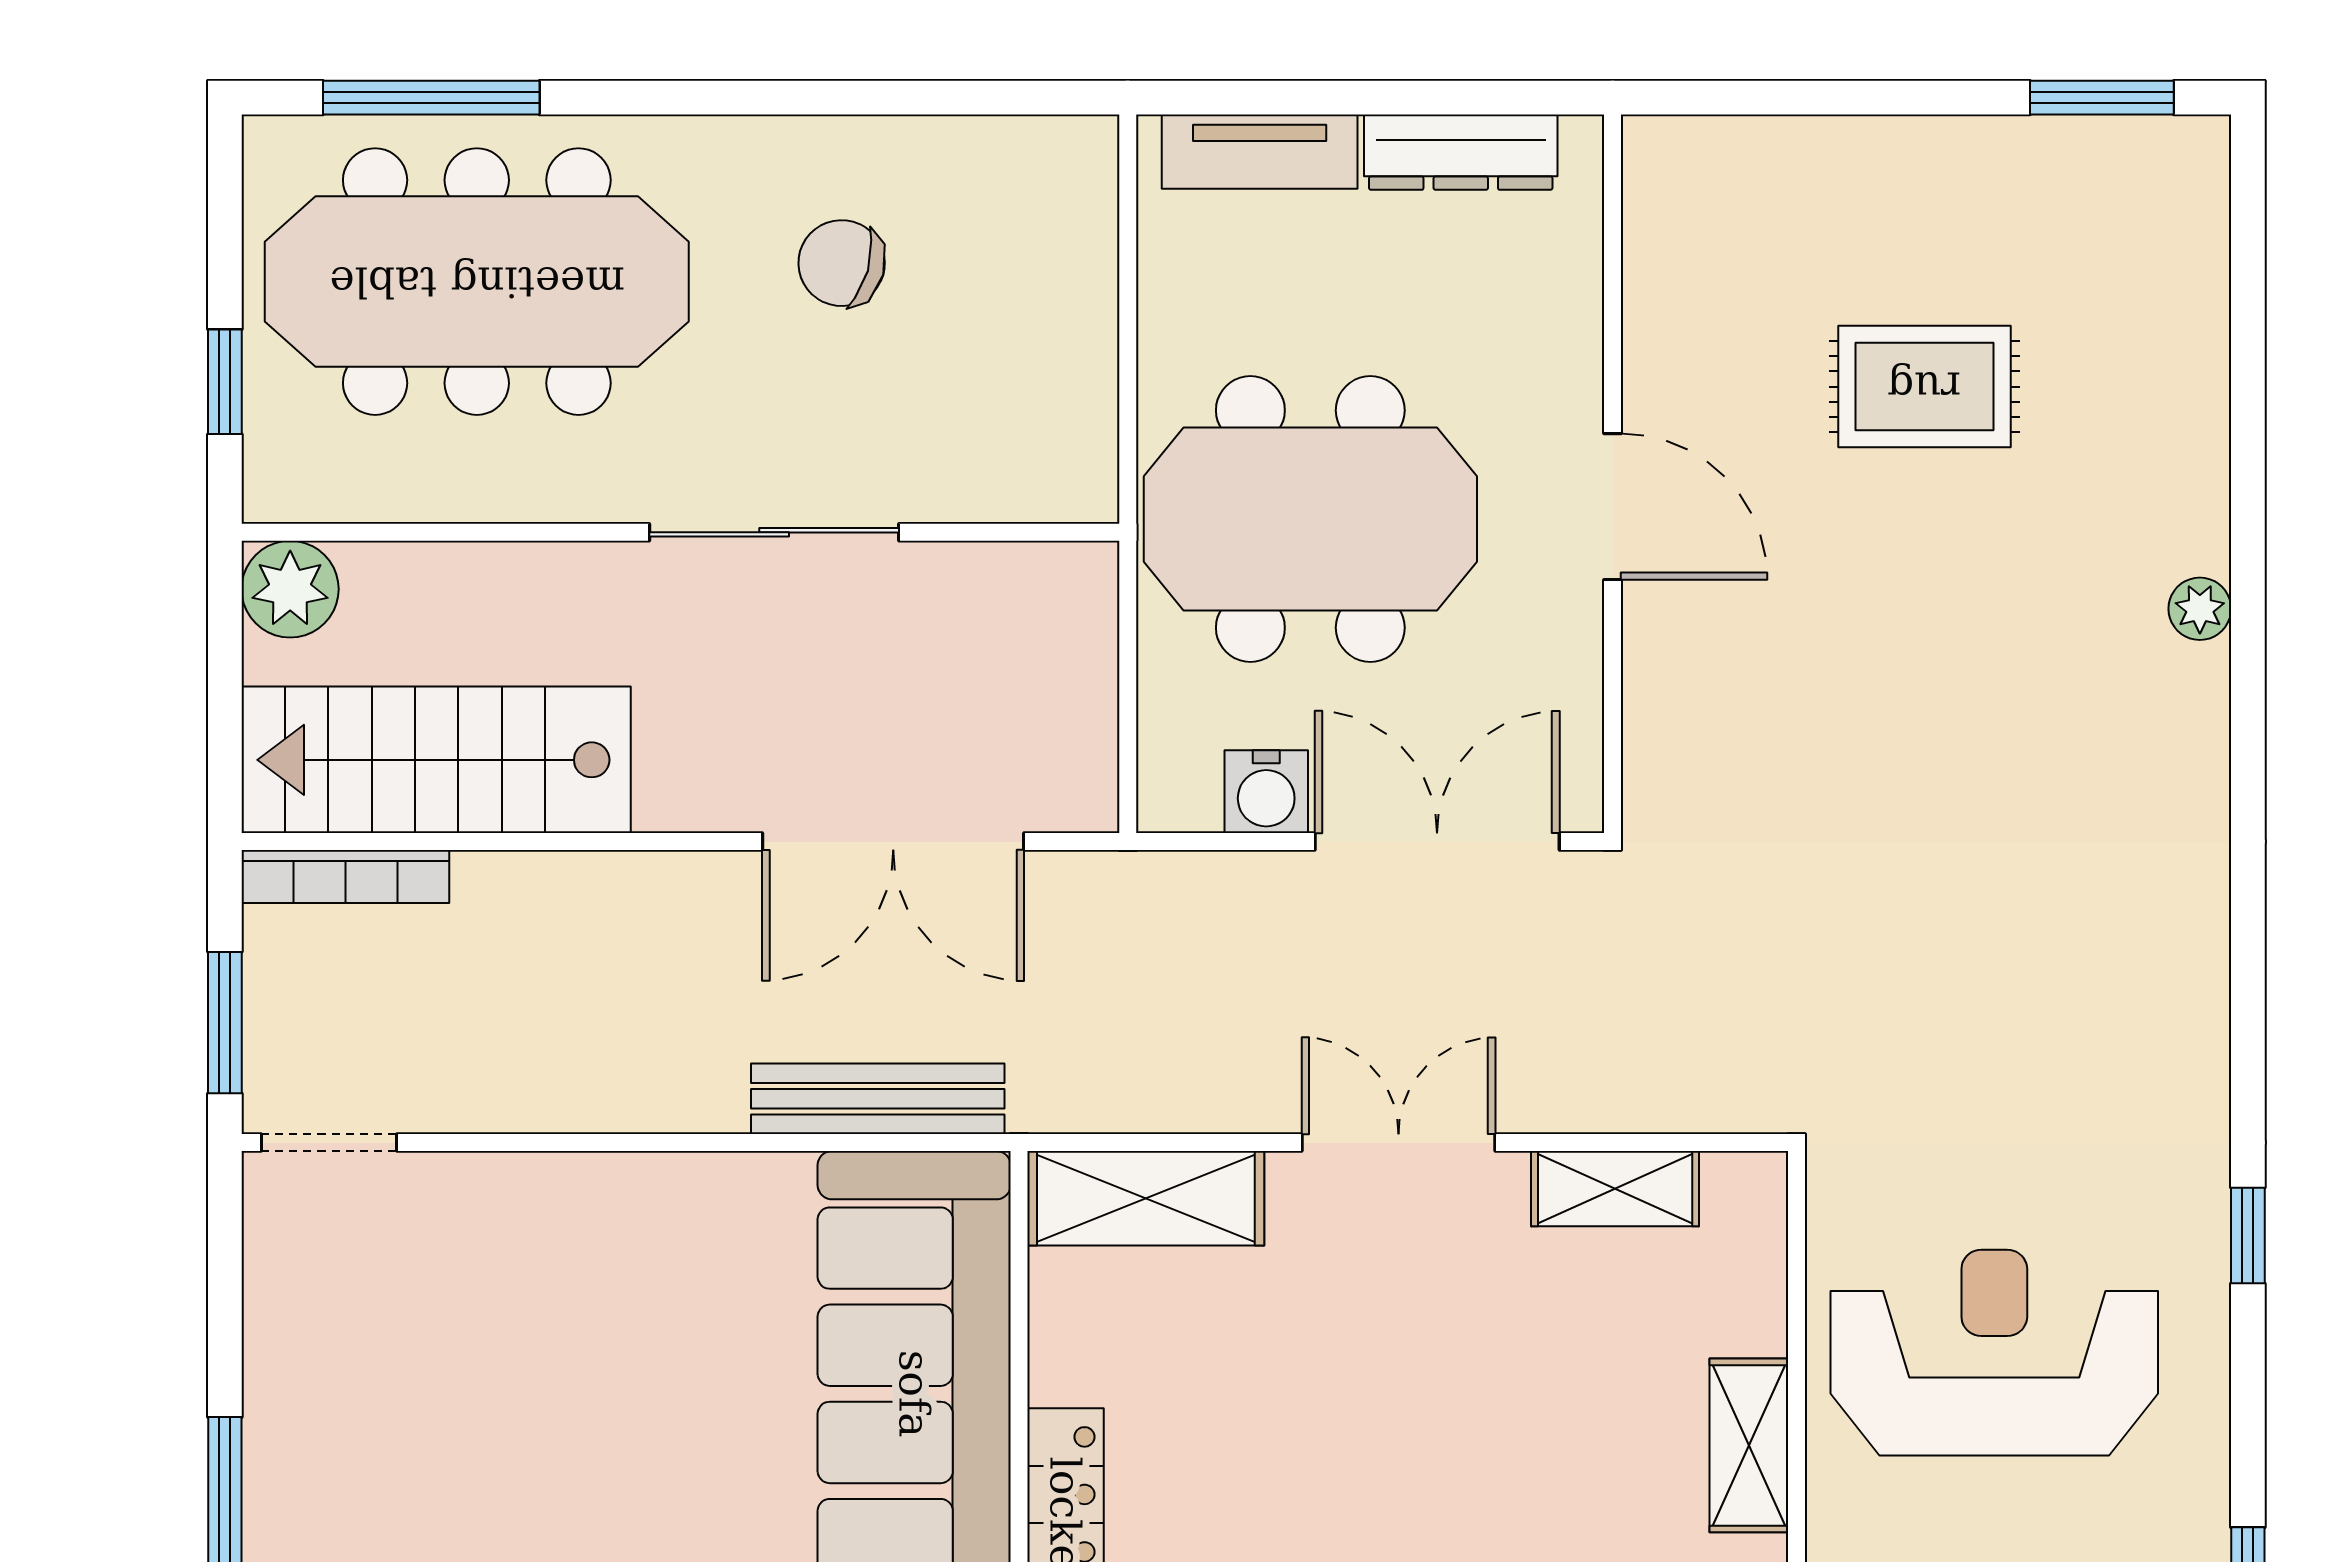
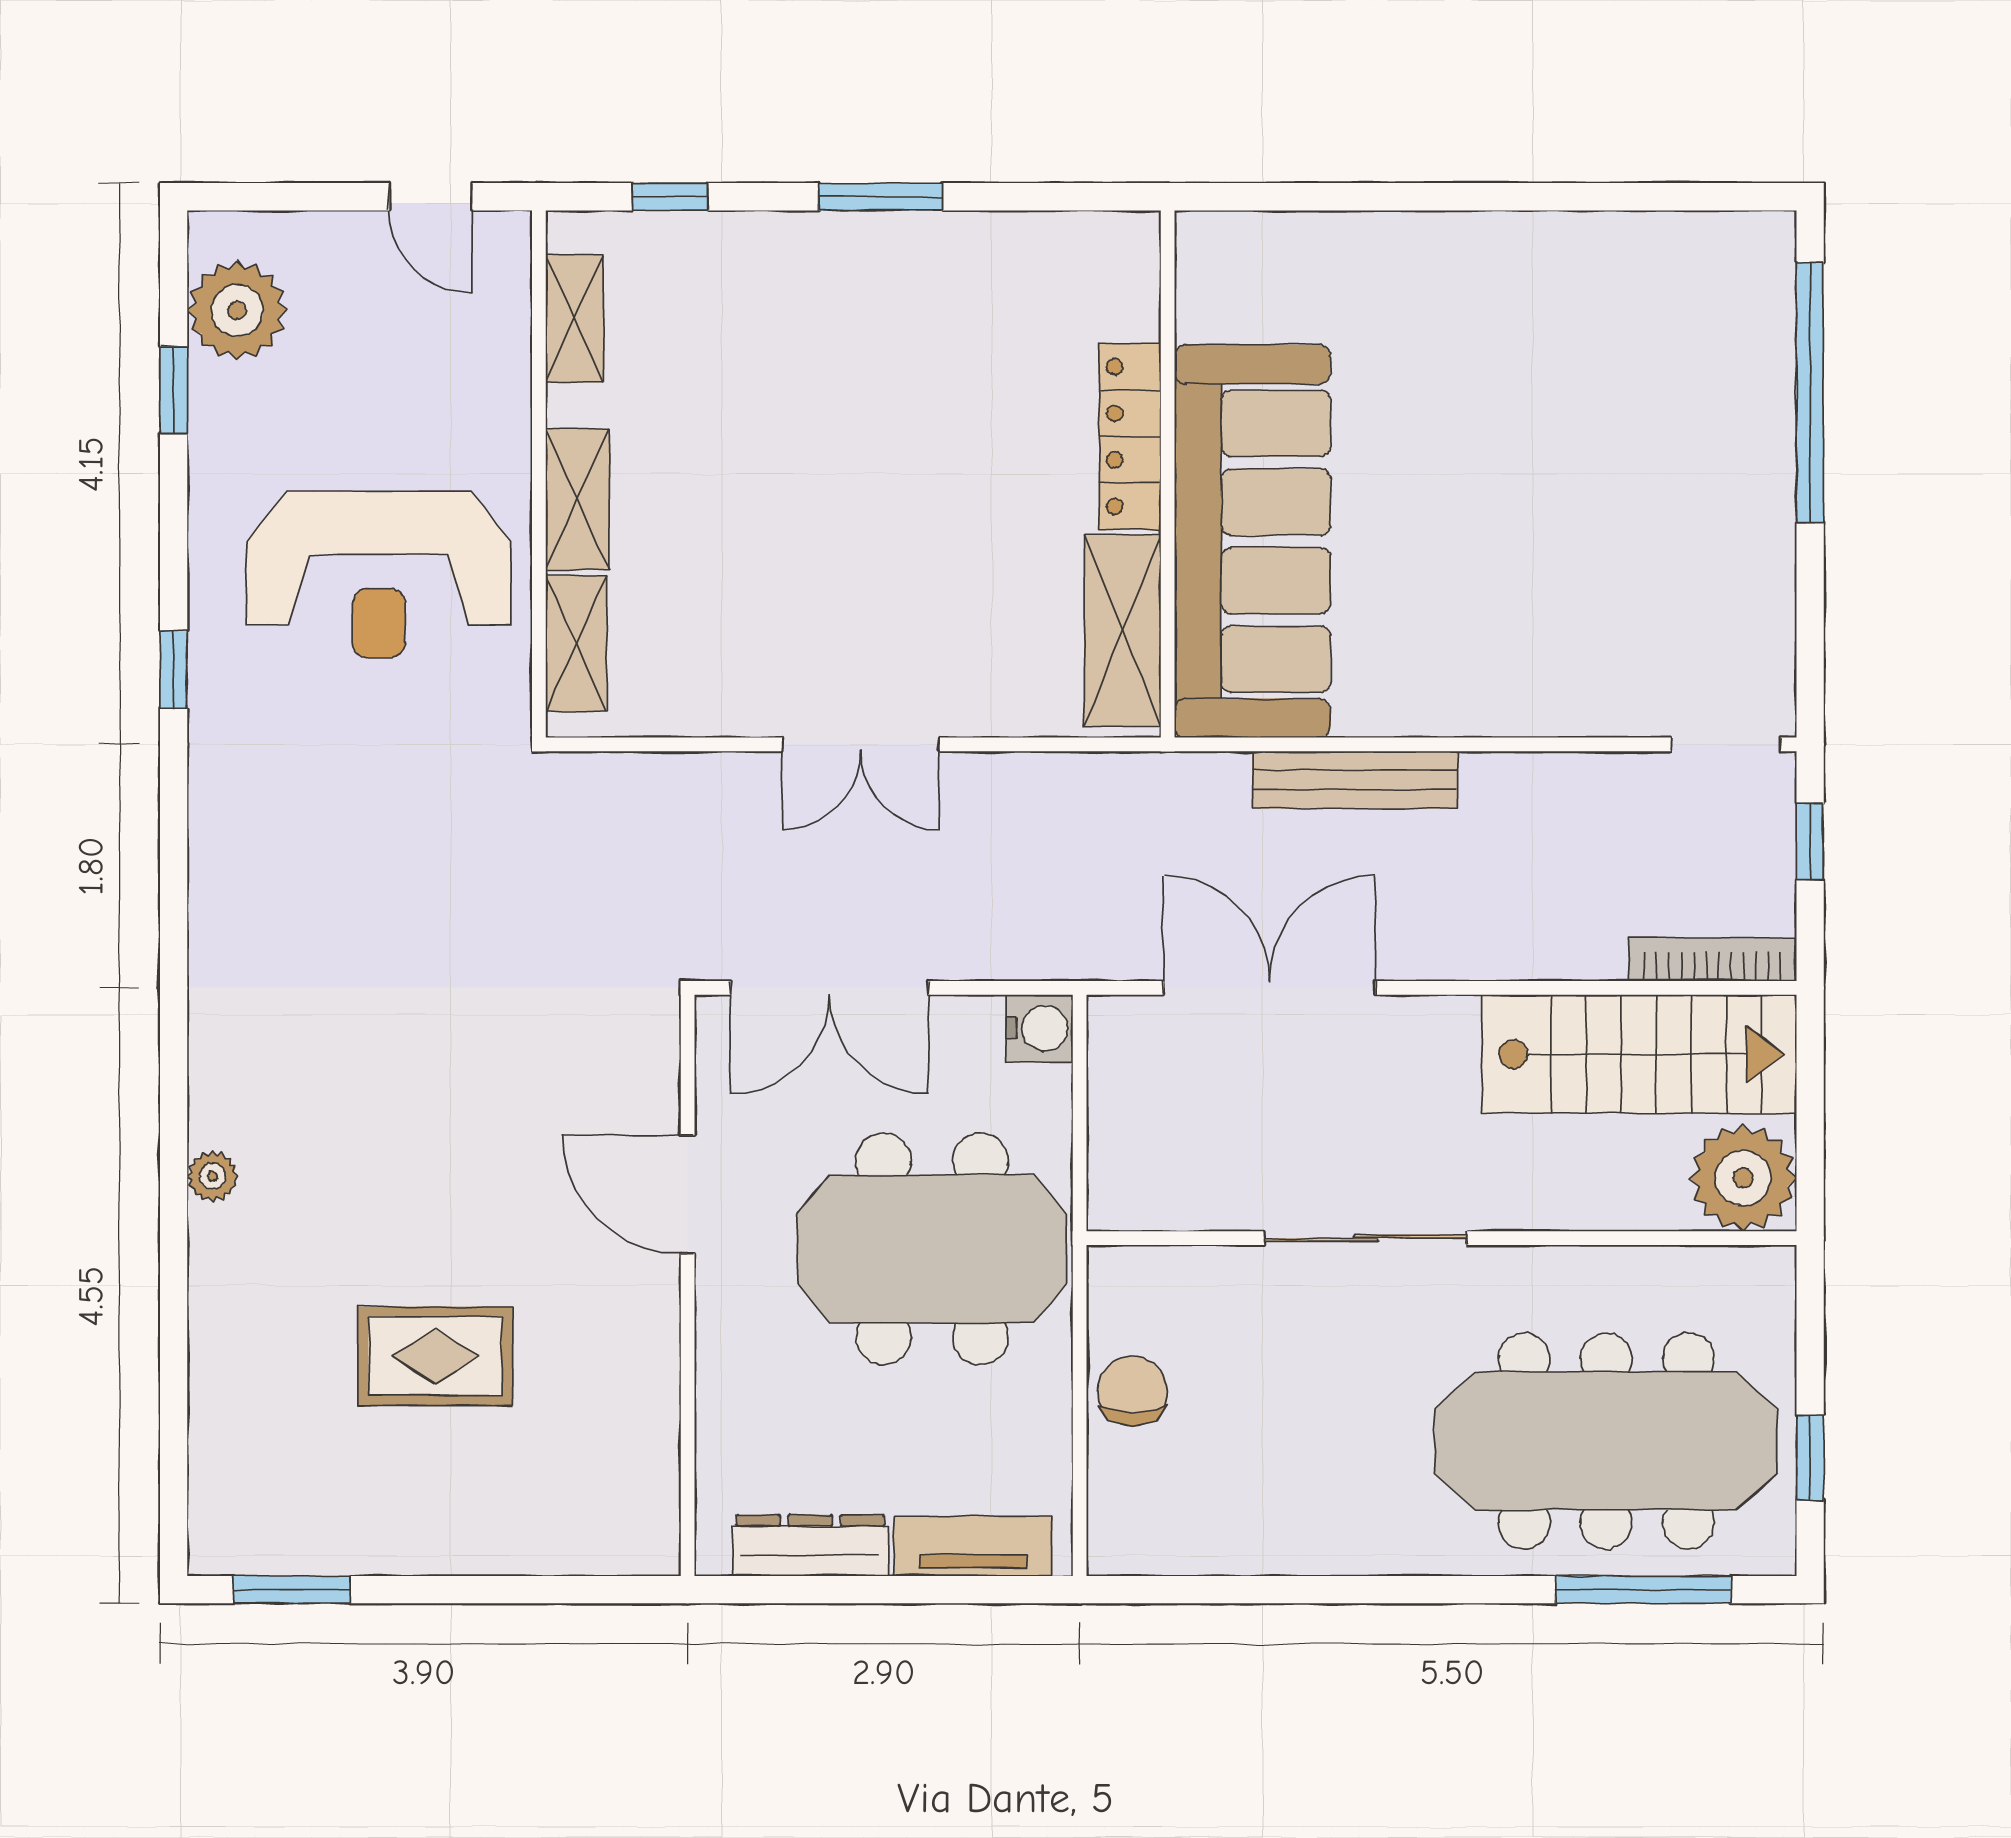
chair: (842, 263) -> (1133, 1391), moved, turned -106
window: (225, 382) -> (1810, 1458), moved
door: (1613, 507) -> (688, 1194), moved
plant: (290, 589) -> (1743, 1178), width x1.36, depth x1.36
water cooler: (1266, 792) -> (1039, 1028), moved, turned 90
window: (225, 1023) -> (1810, 842), width x0.67
bench: (878, 1099) -> (1355, 780), moved
shelving: (1615, 1189) -> (576, 643), moved, turned 90
shelving: (1146, 1198) -> (1123, 631), moved, turned 90

